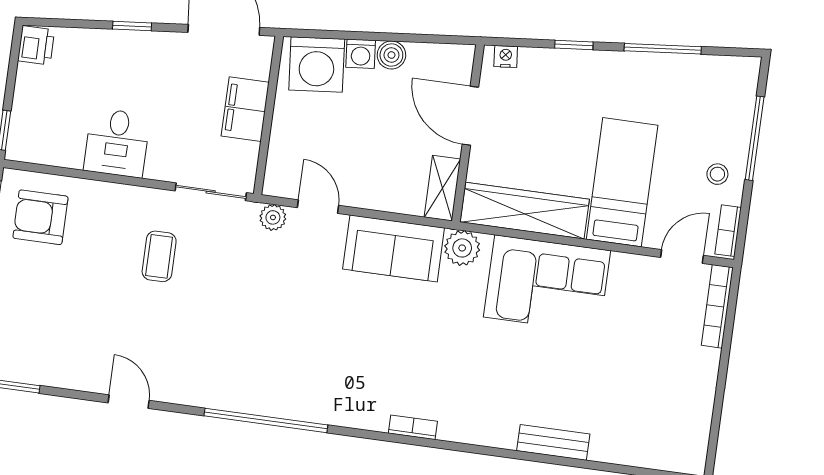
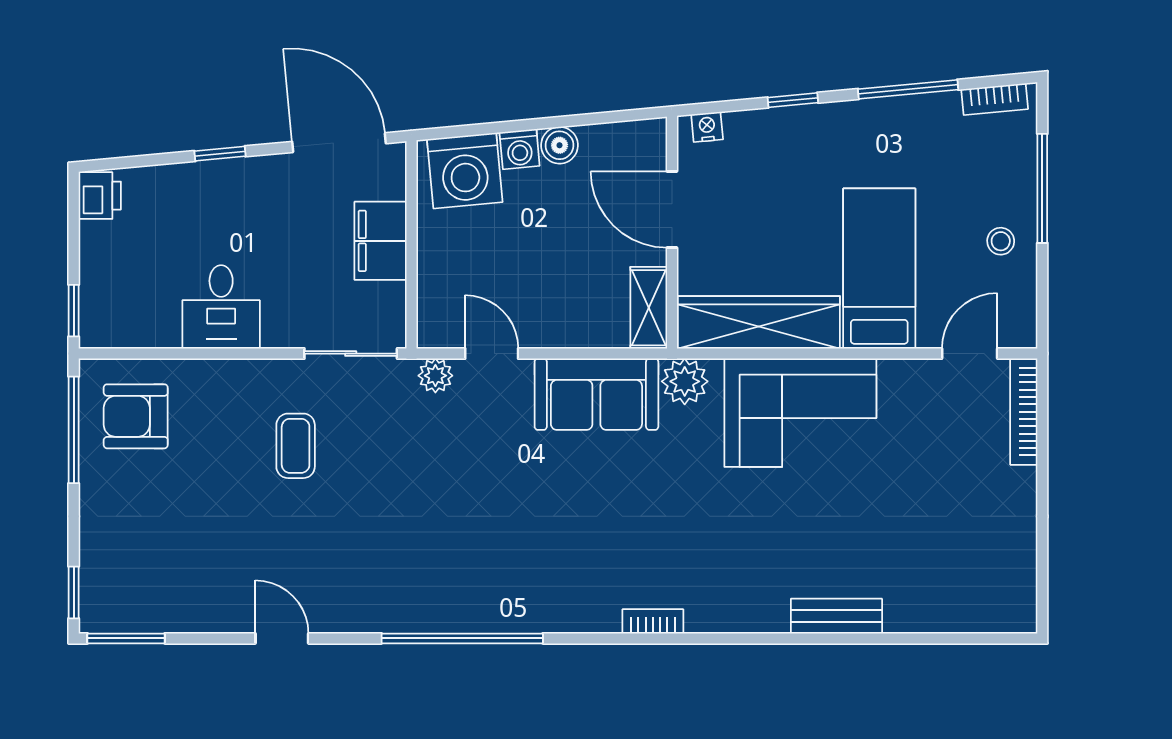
bookcase: (728, 231) -> (995, 99), moved, turned -95

